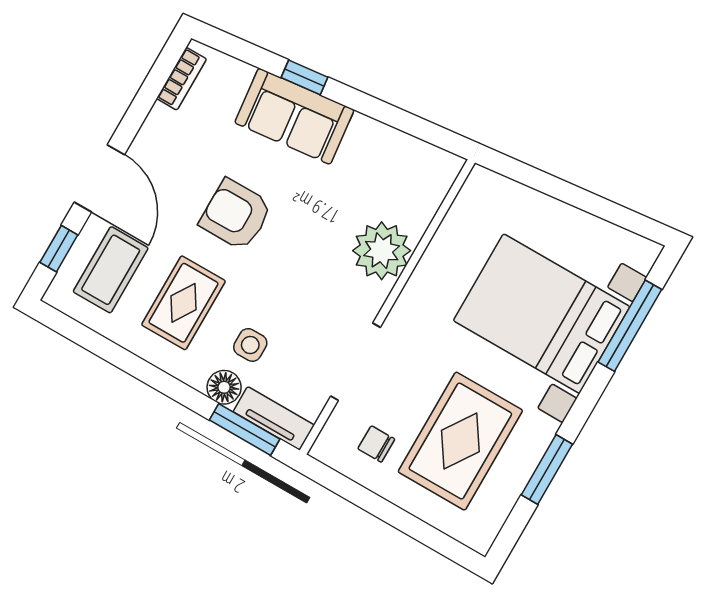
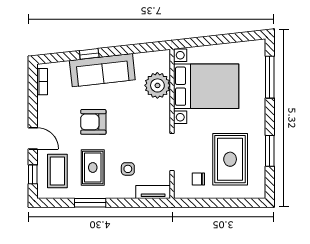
sofa: (294, 116) -> (102, 70), width x1.36
door: (99, 178) -> (33, 138), width x0.73
plant: (382, 251) -> (157, 85), moved
bed with nightstands: (542, 314) -> (206, 86), moved, turned 180
floor lamp: (224, 387) -> (127, 191), removed
window: (245, 429) -> (90, 203), moved

